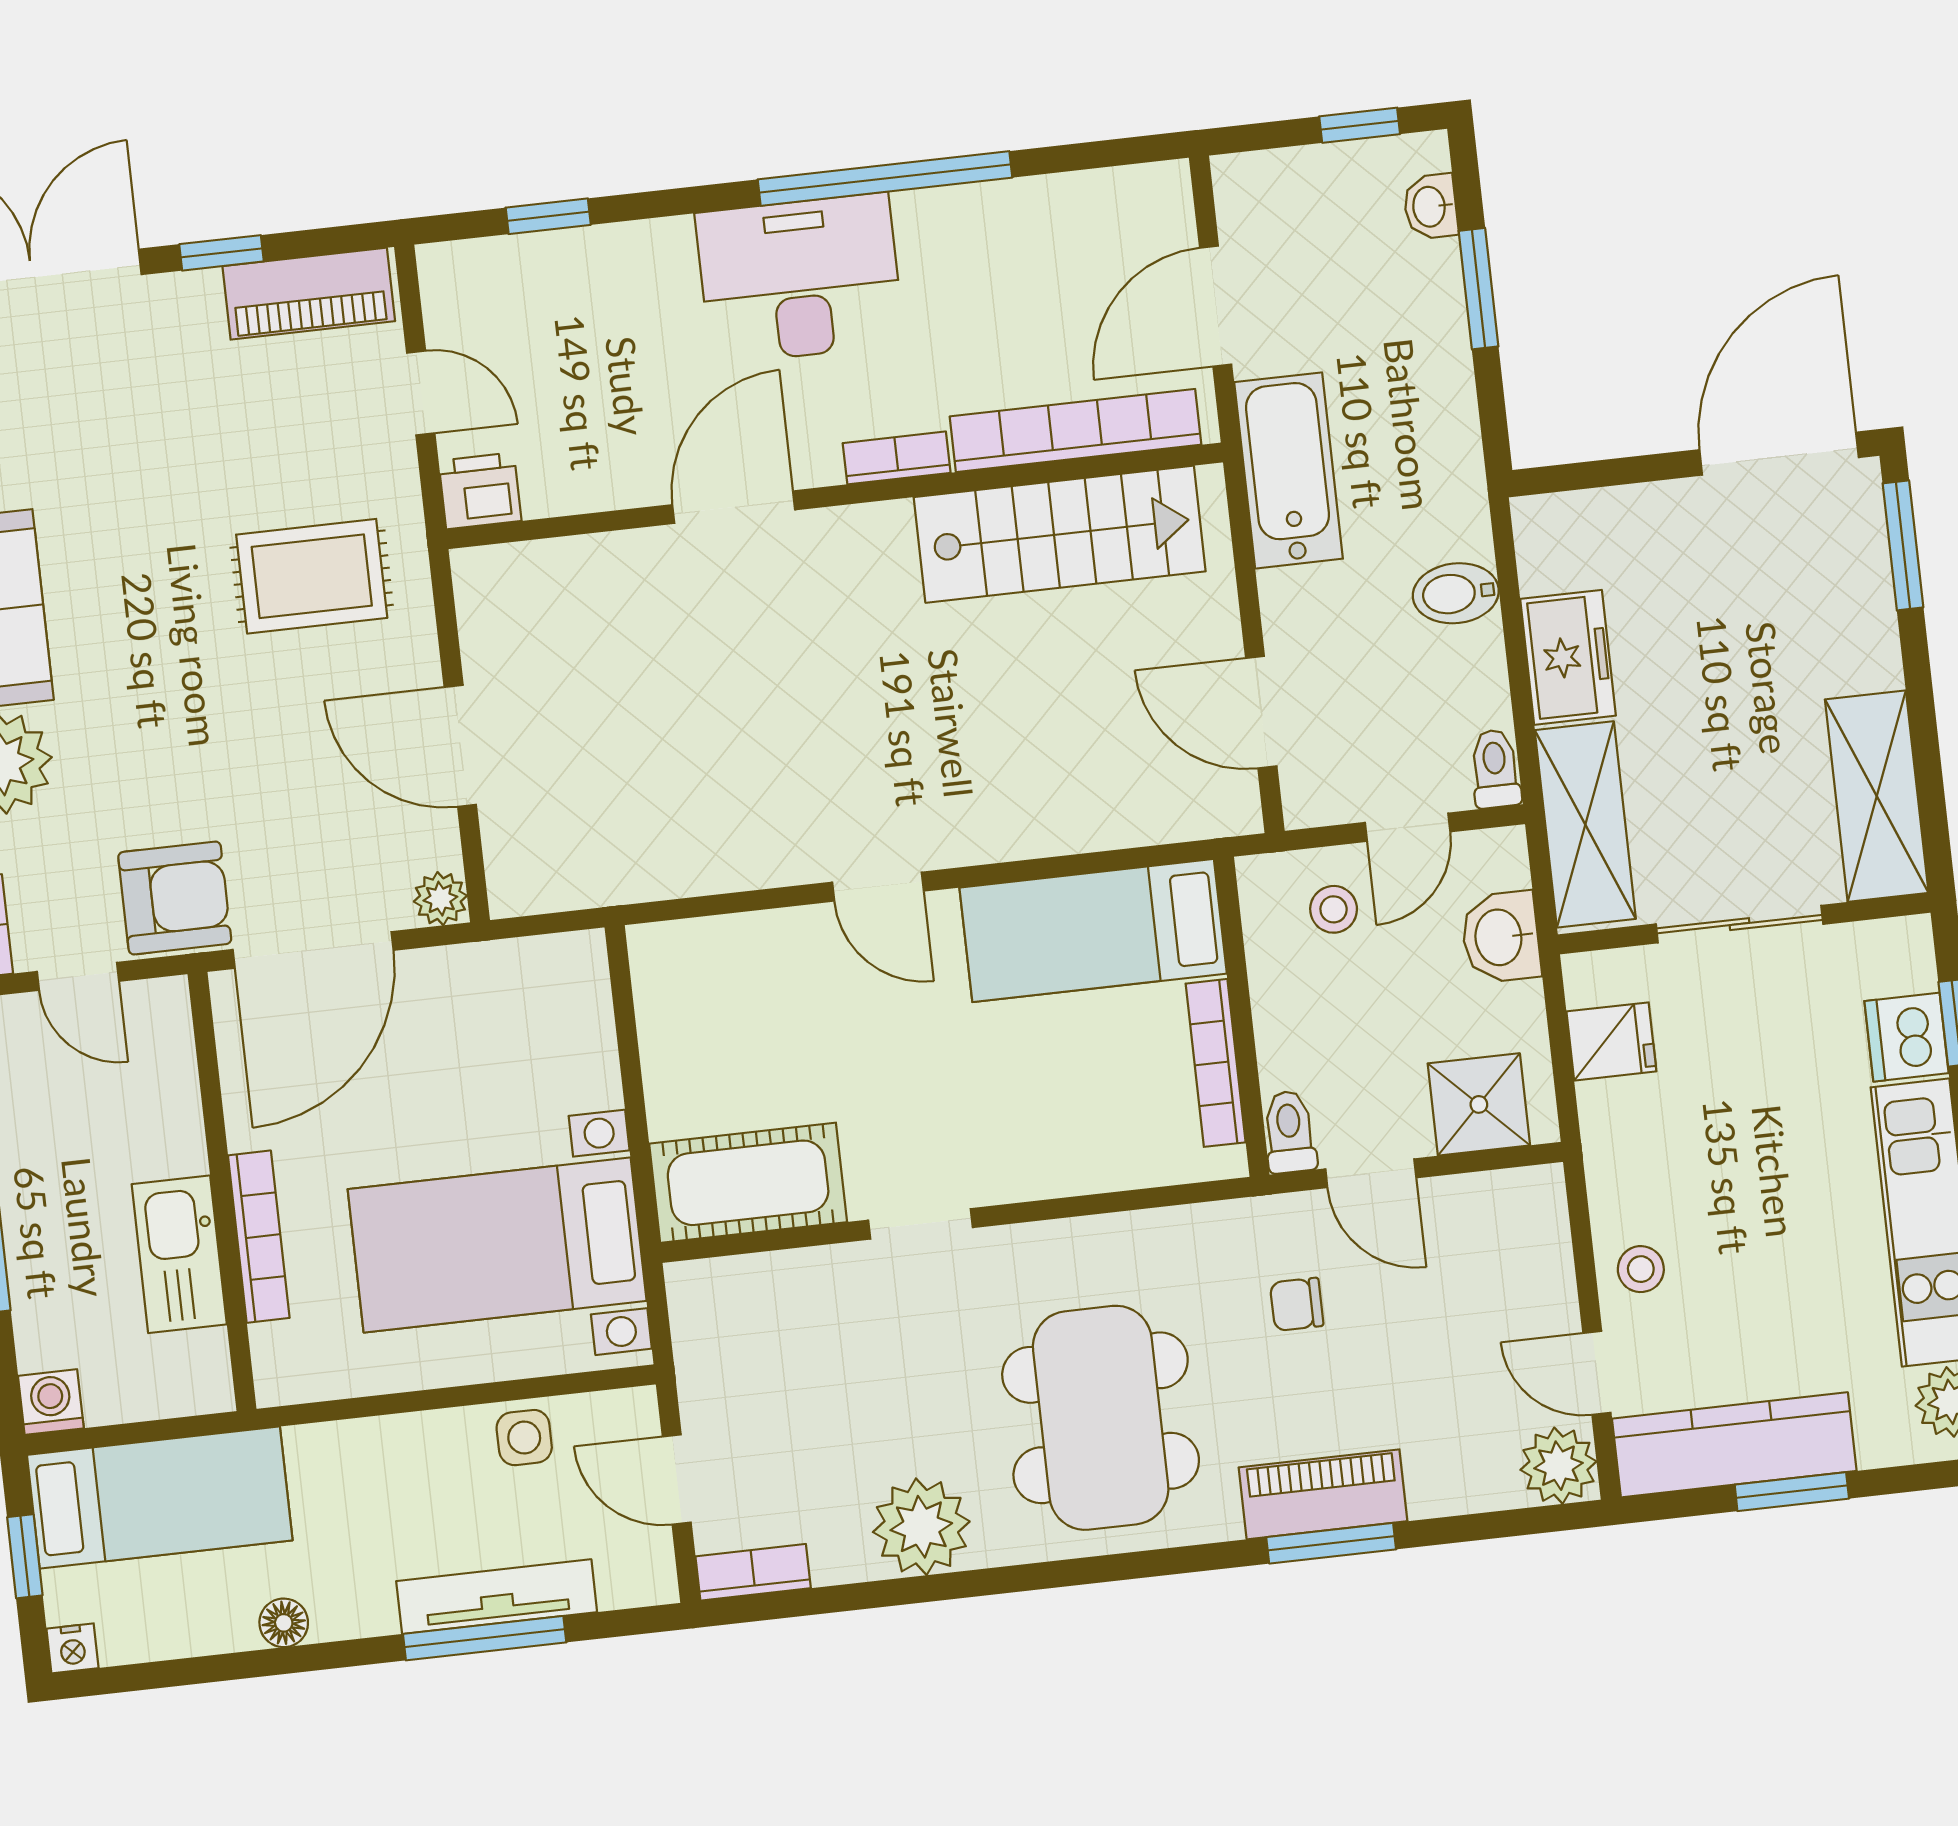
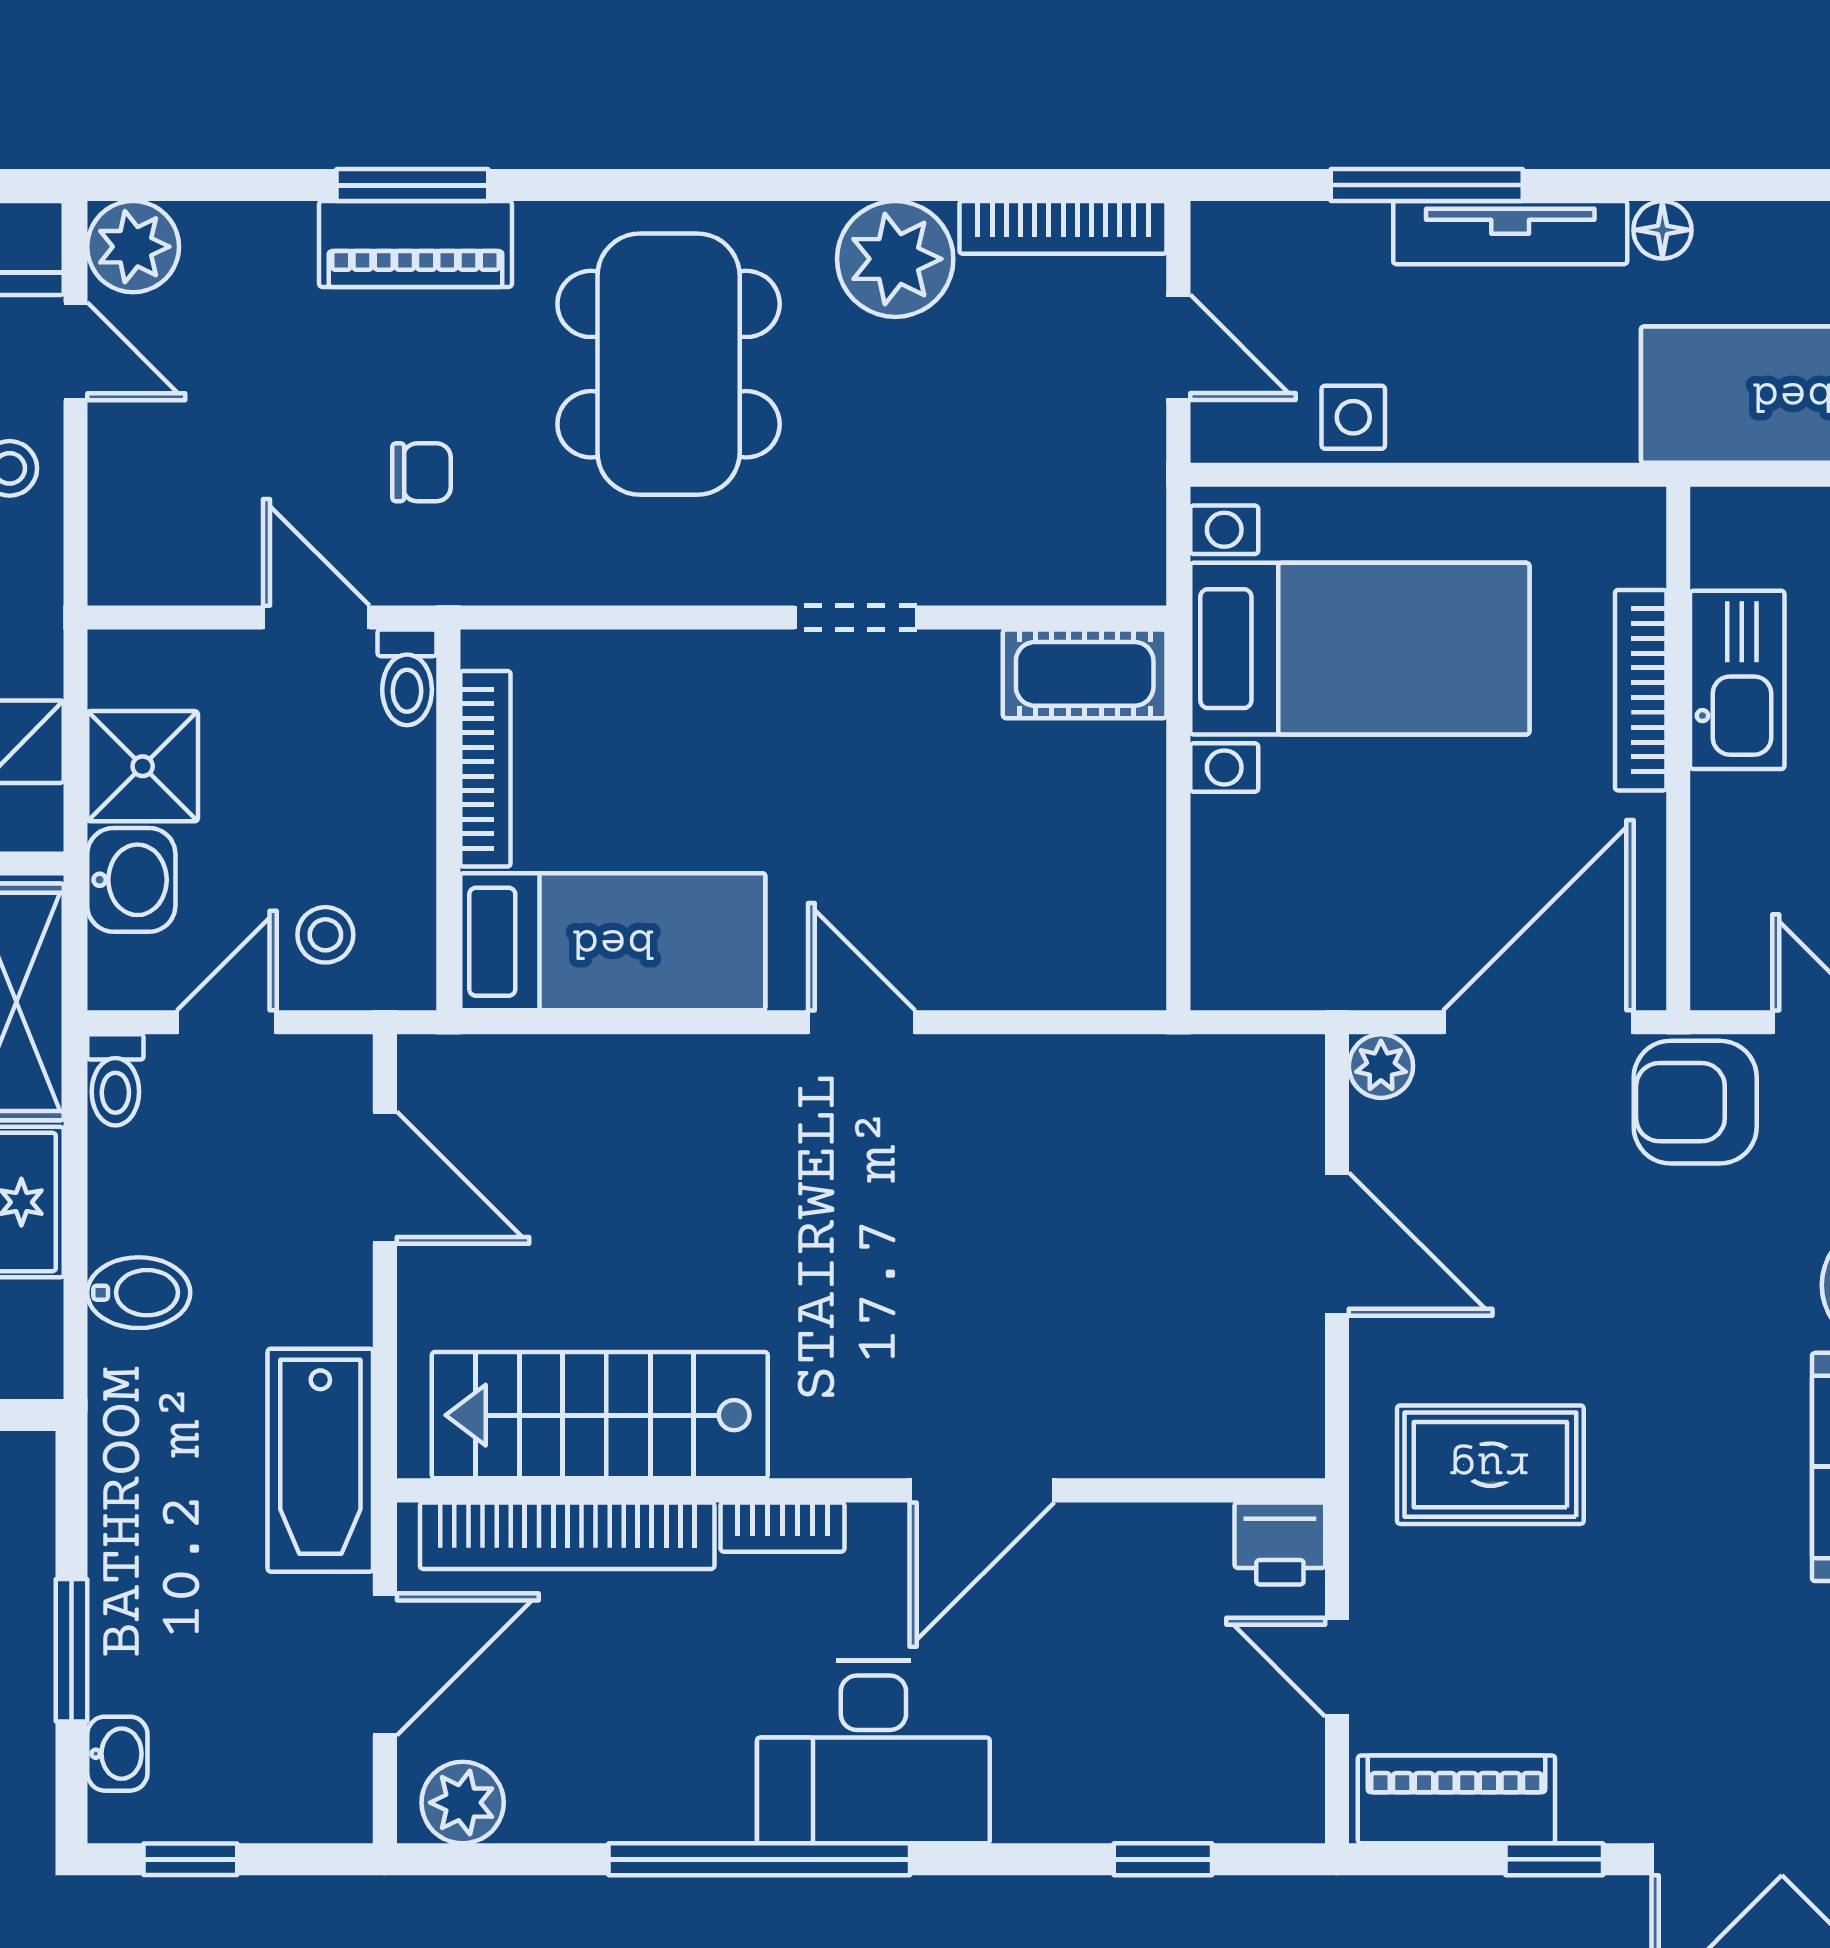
plant: (1138, 198) -> (463, 1803), added
shower: (1479, 1104) -> (143, 766), moved
cot: (748, 1183) -> (1085, 674), width x0.73, depth x0.75
bookcase: (753, 1572) -> (1063, 227), width x1.56
tv unit: (497, 1597) -> (1510, 233), moved

